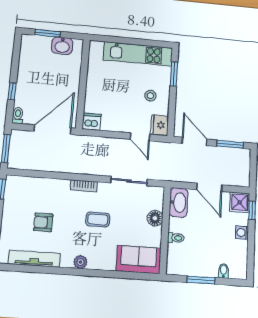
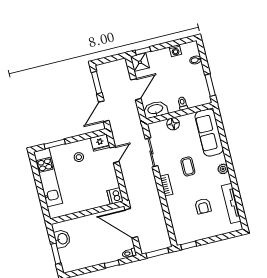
washing machine: (242, 233) -> (175, 51), moved
sofa: (139, 260) -> (209, 133), width x1.36
window: (201, 280) -> (210, 85), moved

